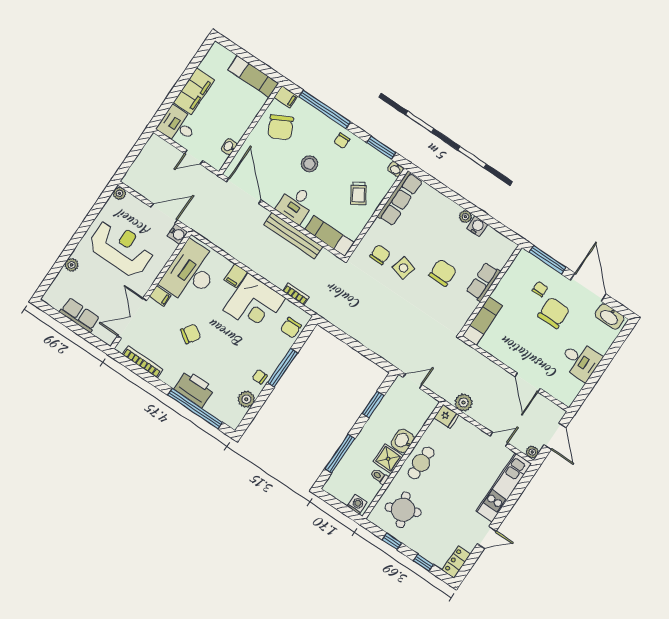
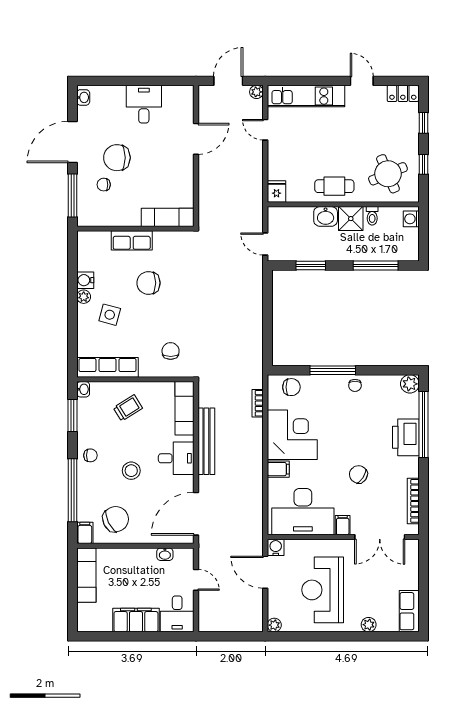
chair: (380, 255) -> (171, 351), turned 90
side table: (404, 268) -> (110, 315), moved
row of seats: (80, 315) -> (409, 611), moved
washbasin: (610, 317) -> (83, 97), width x0.52, depth x0.69
plant: (246, 399) -> (410, 384), moved
plant: (464, 402) -> (254, 185), removed

